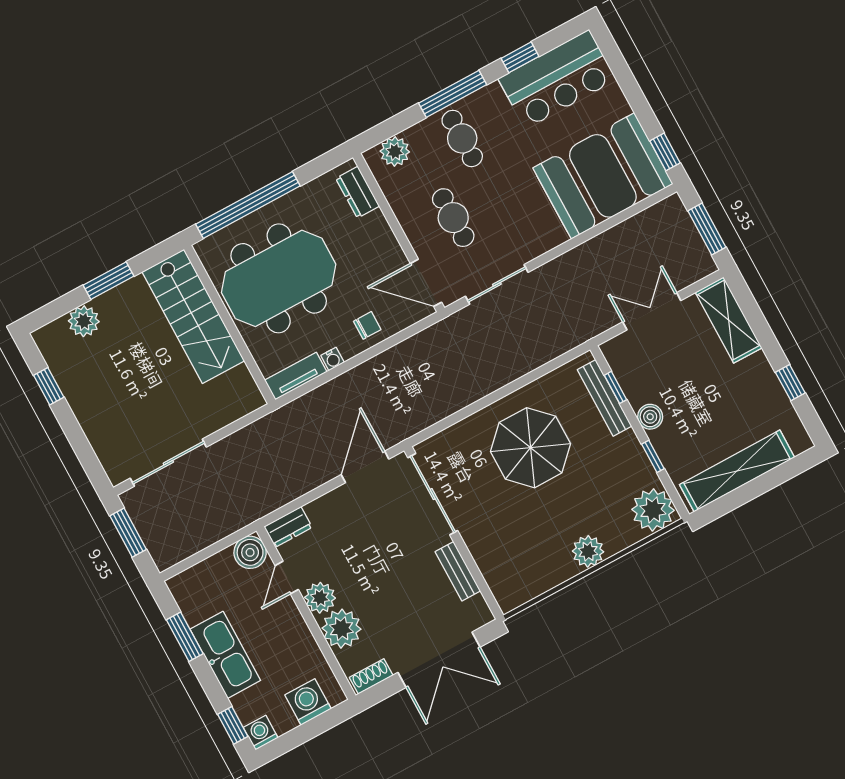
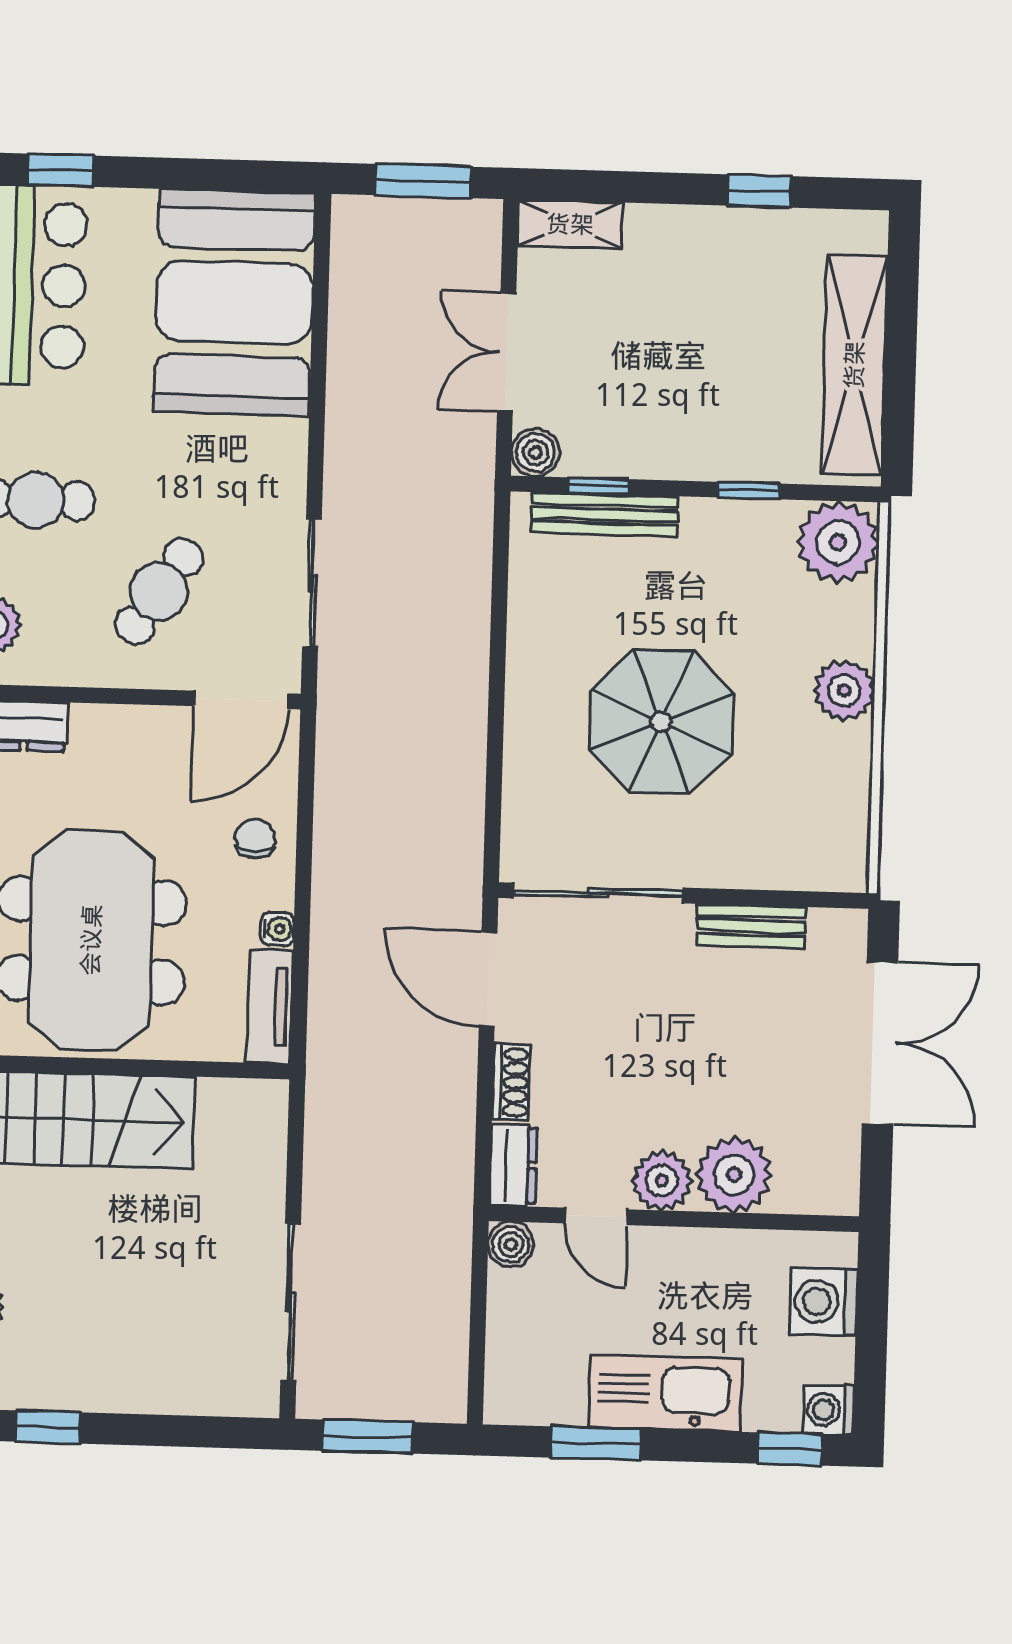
window: (665, 152) -> (61, 170), moved
cafe table: (453, 218) -> (159, 592), turned -56
shelving: (729, 320) -> (570, 224), width x0.67, depth x0.75
boiler: (650, 417) -> (535, 452), moved
parasol: (531, 448) -> (661, 722), moved
boiler: (250, 552) -> (511, 1244), width x0.73, depth x0.73
shoe rack: (371, 676) -> (511, 1082), moved, turned 180

